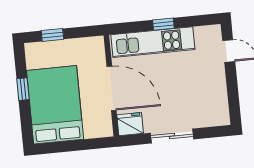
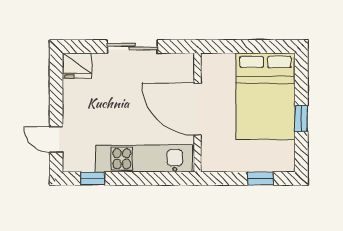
window: (163, 24) -> (93, 178), moved
fridge: (130, 124) -> (77, 65), moved

